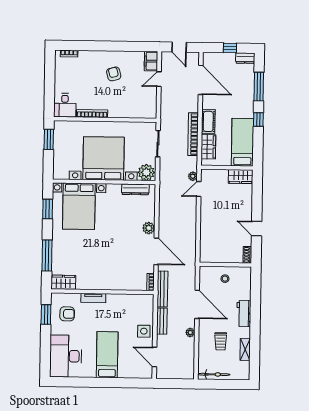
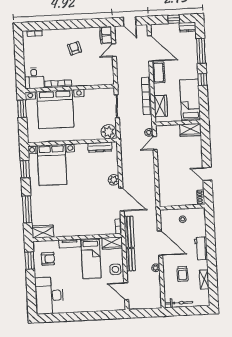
cot: (208, 121) -> (159, 72), moved
bed with nightstands: (103, 159) -> (55, 109), moved, turned 180
wardrobe: (142, 301) -> (112, 243), added
bed: (107, 355) -> (91, 258), moved, turned 180

